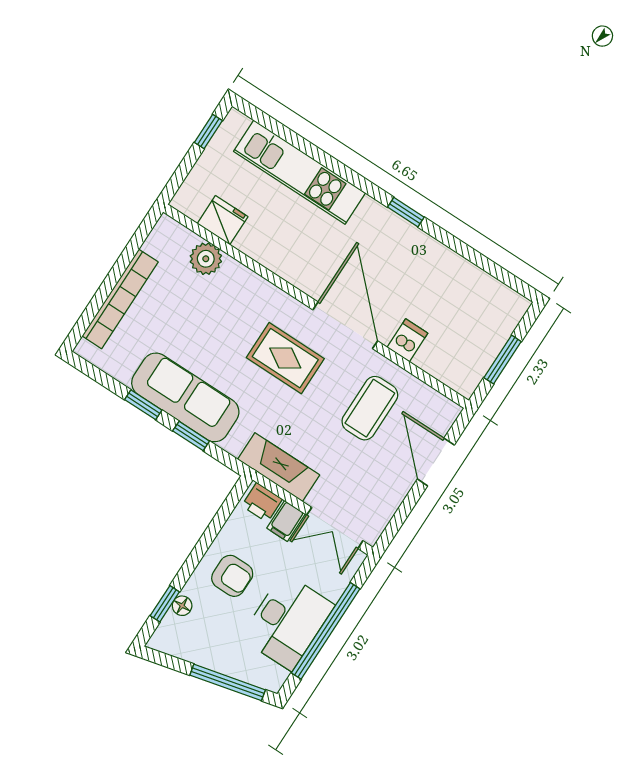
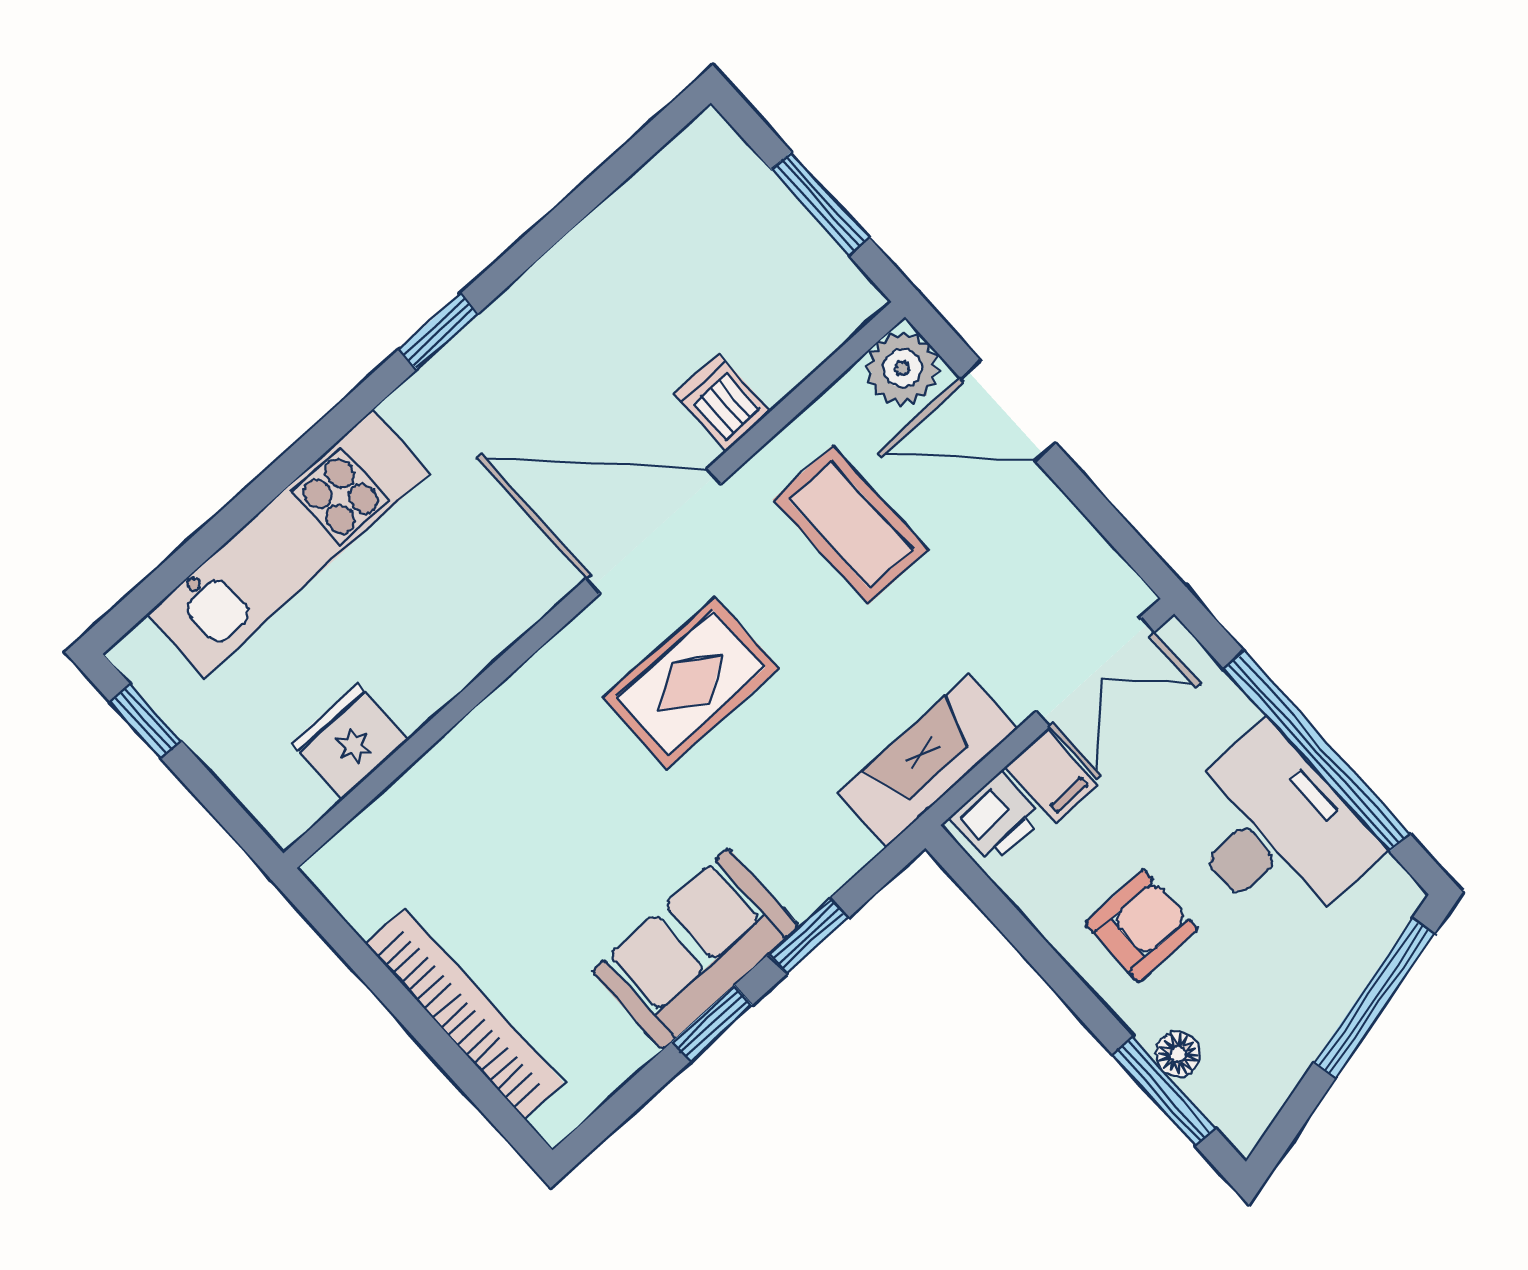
plant: (206, 259) -> (902, 368), moved
sofa: (185, 397) -> (695, 949), width x0.73
window: (165, 604) -> (1164, 1091), width x1.50

